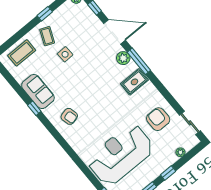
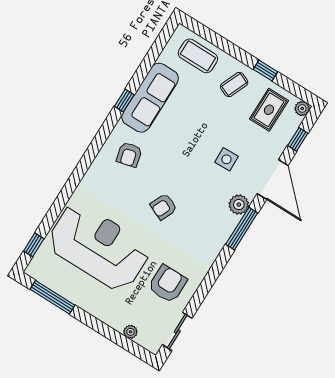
side table: (65, 54) -> (226, 159), moved
rug: (134, 82) -> (269, 110), moved, turned 90
sofa: (38, 92) -> (150, 98), width x1.36
armchair: (109, 106) -> (164, 207), added
window: (168, 173) -> (95, 324), removed

